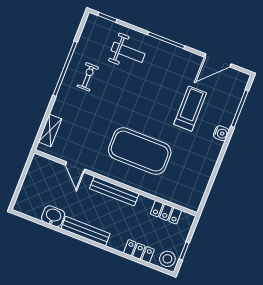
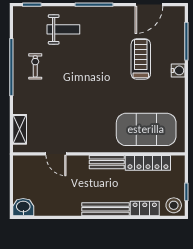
exercise mat: (140, 151) -> (146, 129), moved
bench: (114, 191) -> (107, 162), width x0.73
locker: (166, 212) -> (148, 163), width x1.53
washbasin: (53, 216) -> (23, 207), moved
bench: (86, 231) -> (106, 209), moved

